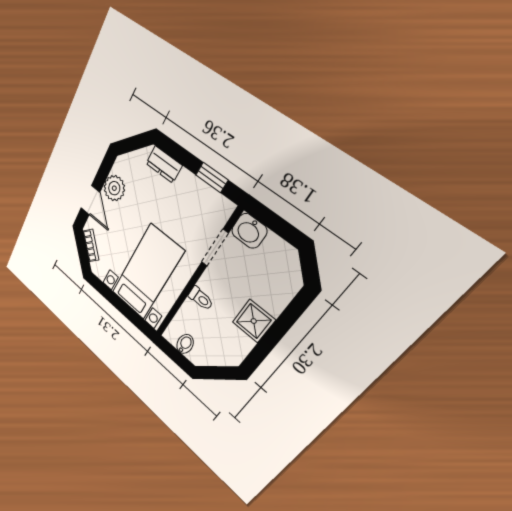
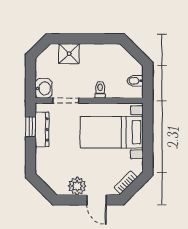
dresser: (164, 164) -> (42, 129), moved, width x1.44
door: (90, 200) -> (97, 200), swing flipped
shower: (254, 321) -> (69, 54), moved

